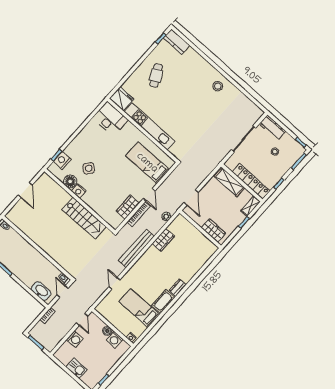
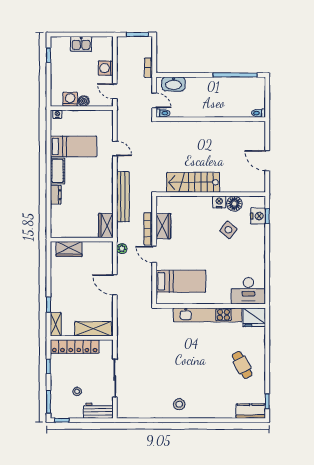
wall: (200, 229) -> (82, 240), moved
wardrobe: (214, 231) -> (69, 249), moved

